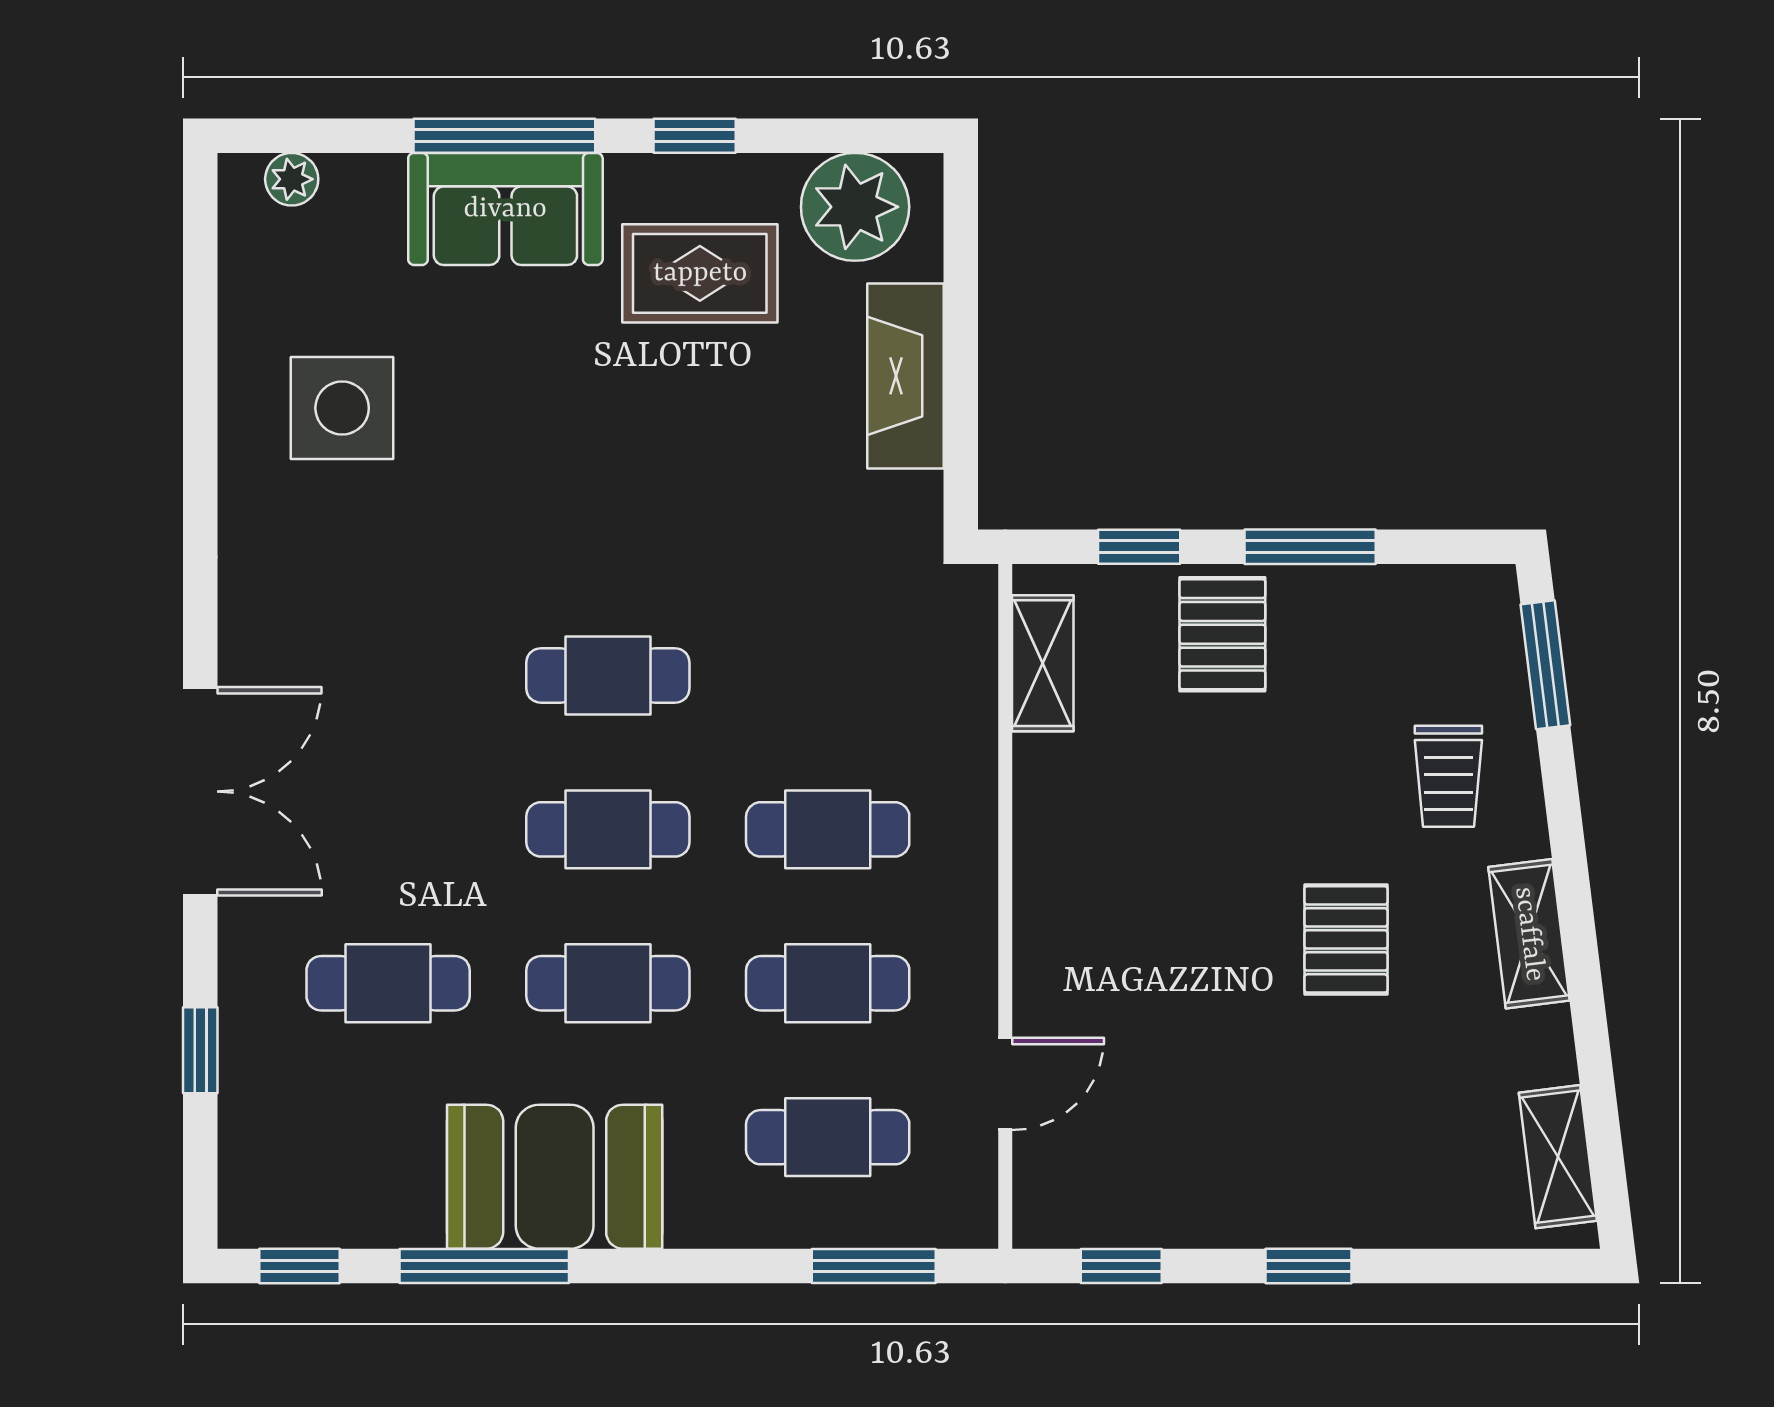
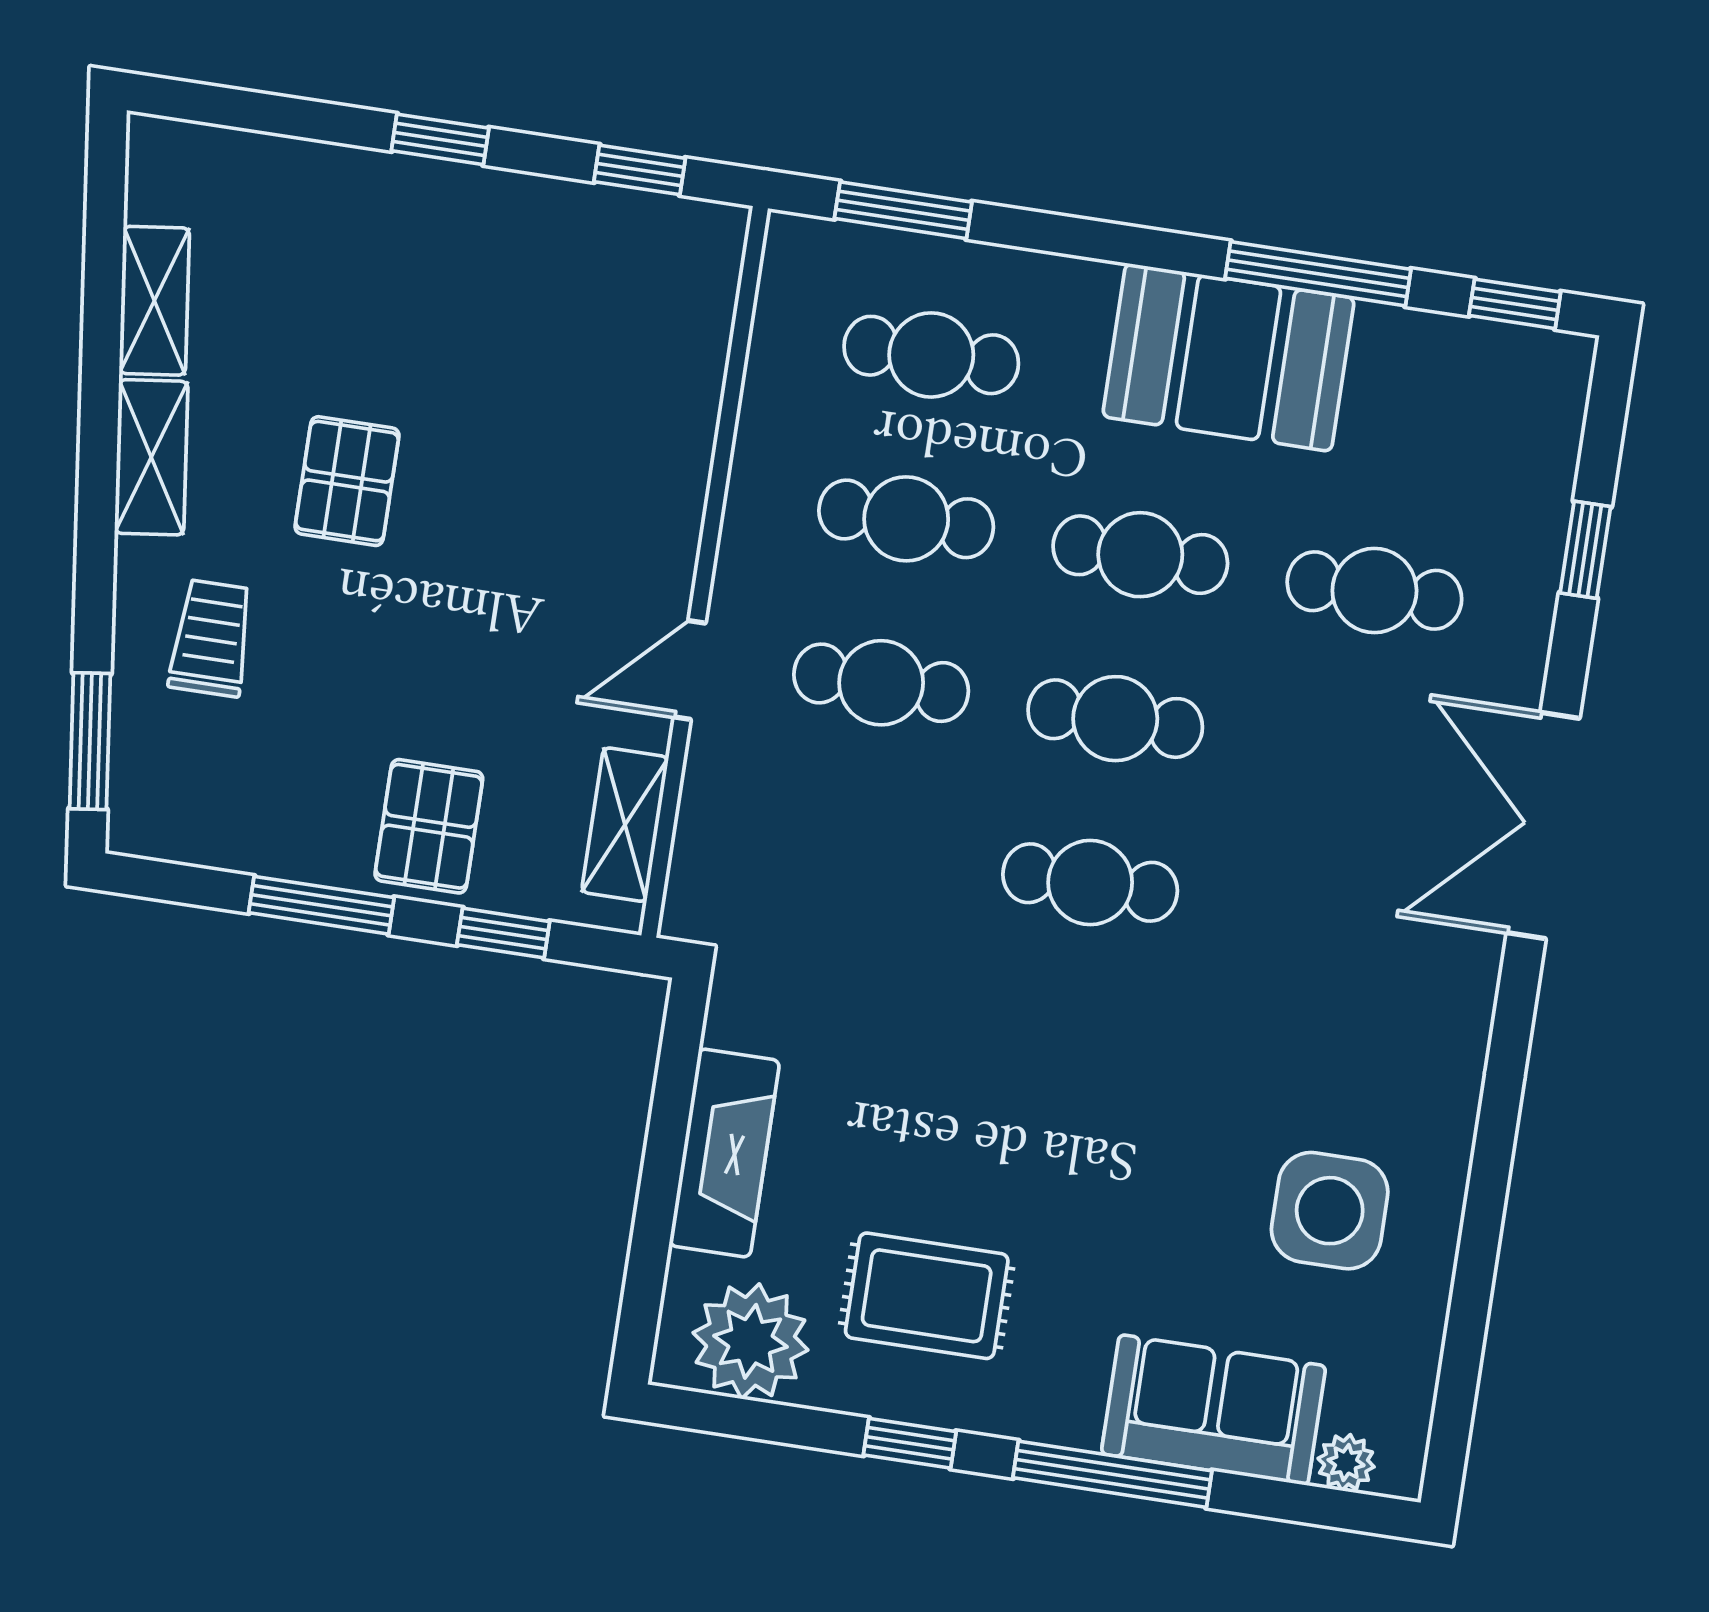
sofa: (505, 209) -> (1214, 1410), moved
door: (1005, 1084) -> (690, 670), moved
shelving: (1558, 1157) -> (154, 301), moved

